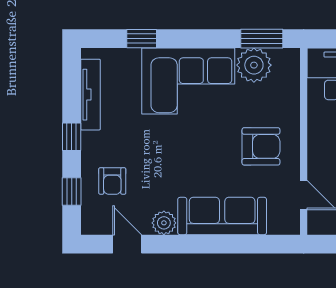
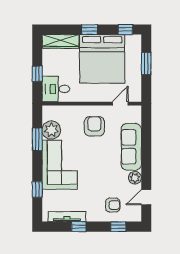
window: (262, 39) -> (37, 139), moved
window: (72, 137) -> (79, 227), moved

